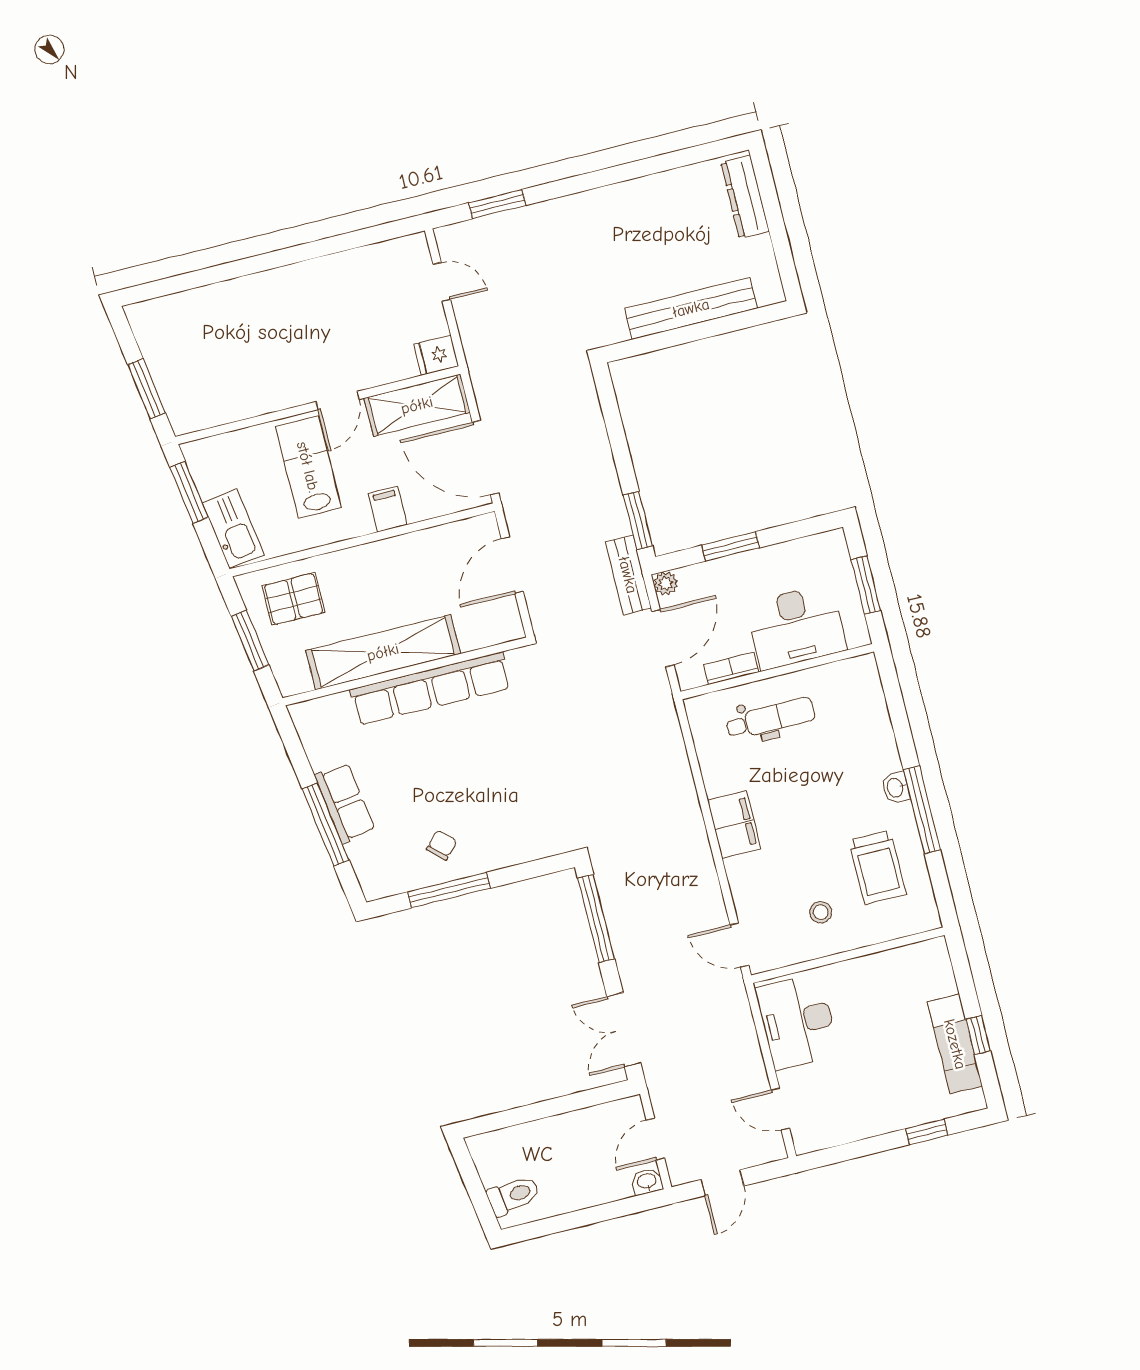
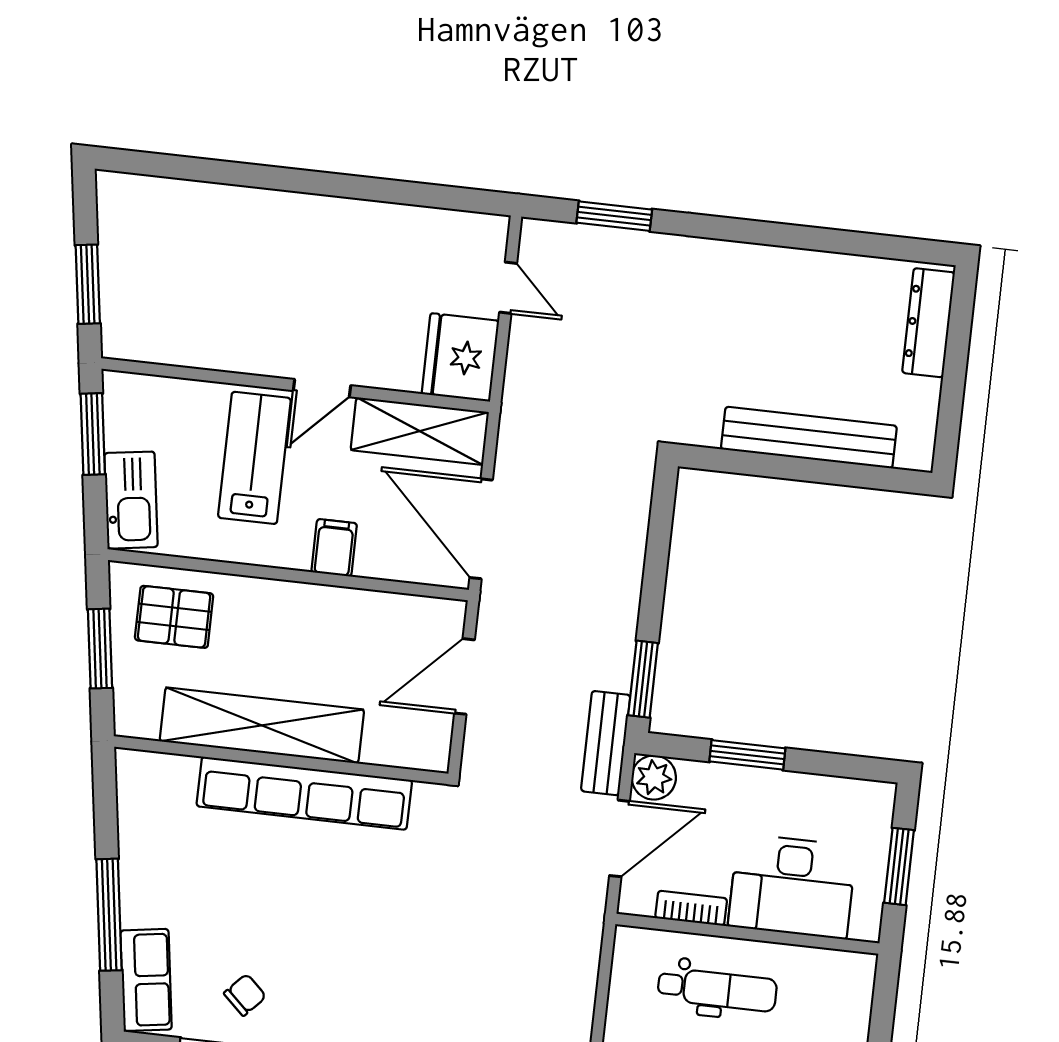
fridge: (436, 355) -> (460, 357), width x1.88, depth x1.34
plant: (666, 583) -> (654, 777), width x1.38, depth x1.38
row of seats: (345, 803) -> (146, 980), moved

